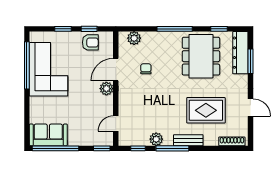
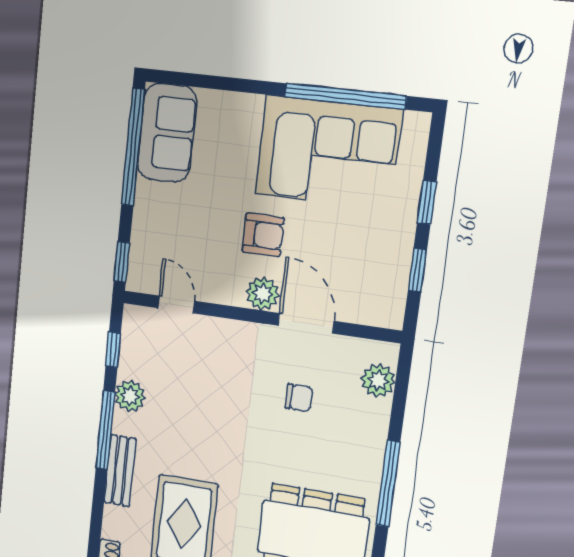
armchair: (90, 42) -> (263, 235), moved, turned -90

